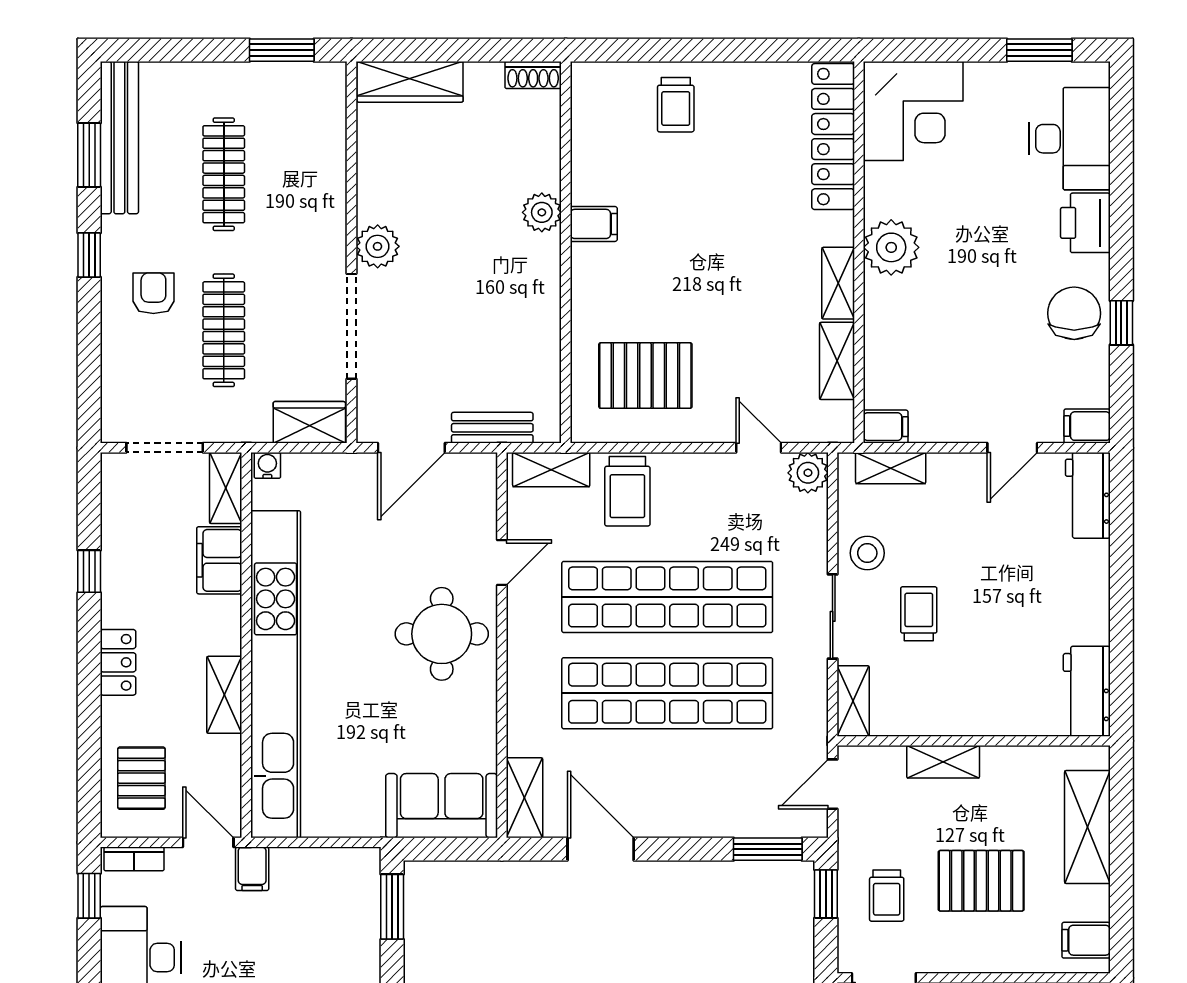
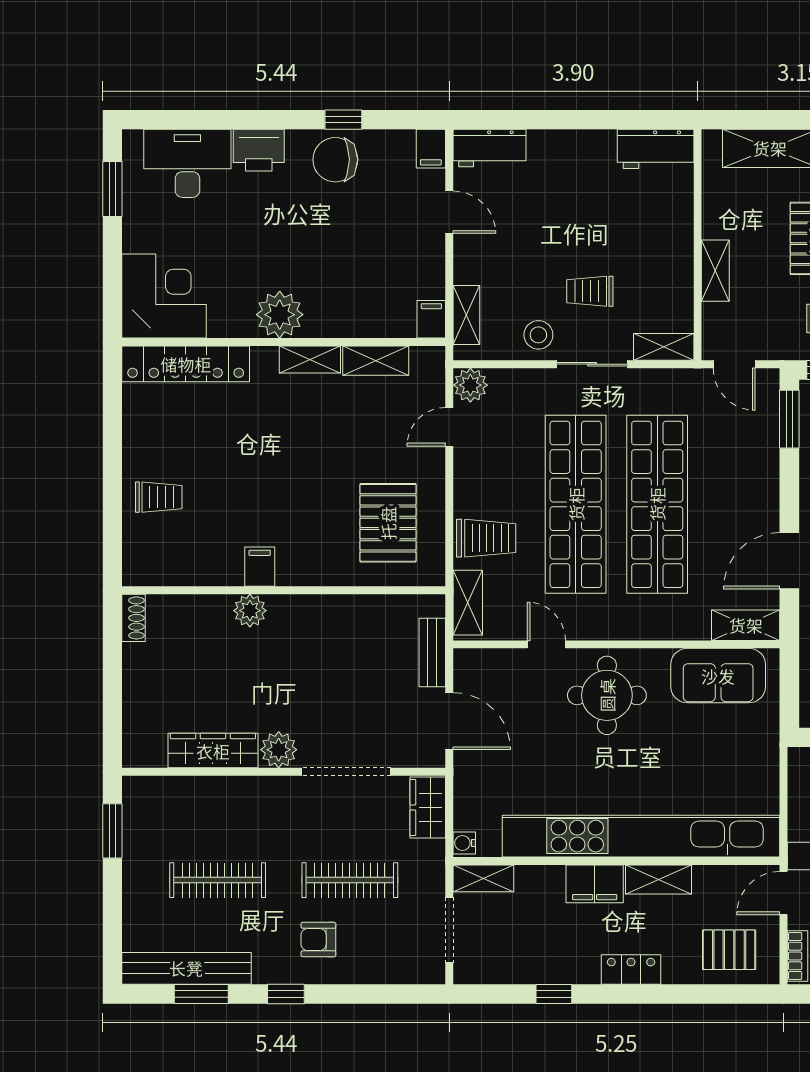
wardrobe: (410, 82) -> (213, 751), moved, turned -90
filing cabinet: (219, 560) -> (595, 884), moved
sofa: (442, 806) -> (718, 676), moved, turned -90

